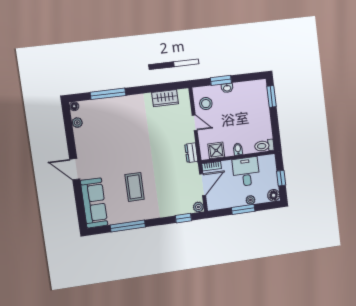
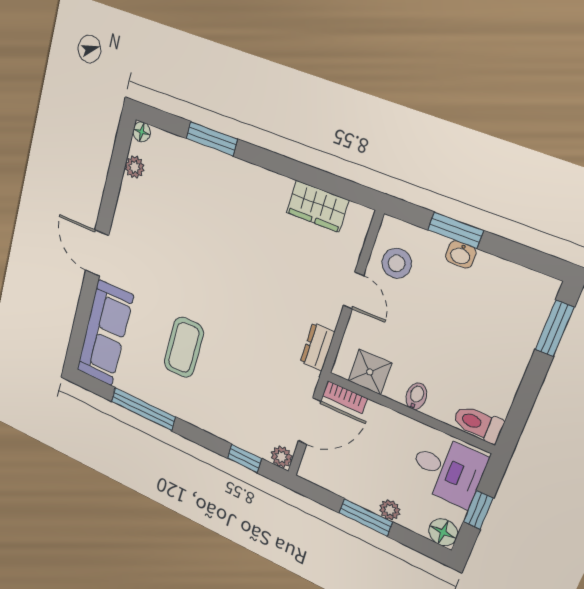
window: (108, 94) -> (212, 139), width x0.69
desk: (246, 172) -> (448, 470), moved, turned 90

